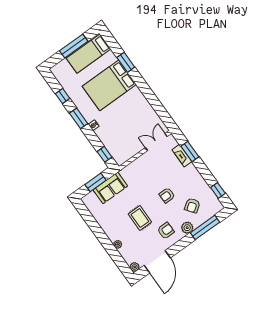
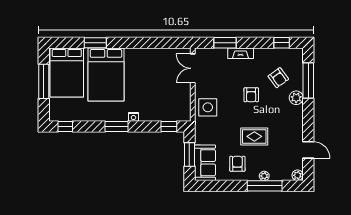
bed: (89, 54) -> (67, 72), width x1.50
window: (63, 96) -> (65, 127), moved
fireplace: (182, 156) -> (241, 53), moved
side table: (137, 172) -> (208, 107), added
sofa: (110, 188) -> (205, 163), moved
armchair: (166, 231) -> (237, 164), moved
window: (111, 249) -> (265, 186), added
door: (157, 262) -> (308, 150), width x0.53

